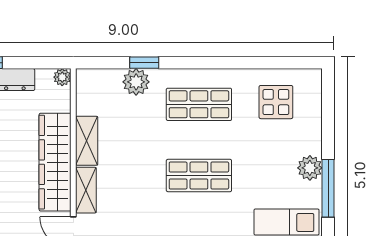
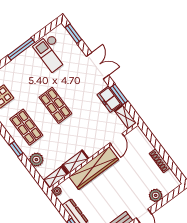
window: (144, 63) -> (16, 149), moved
plant: (310, 168) -> (18, 63), removed
shelving: (86, 190) -> (56, 177), moved

